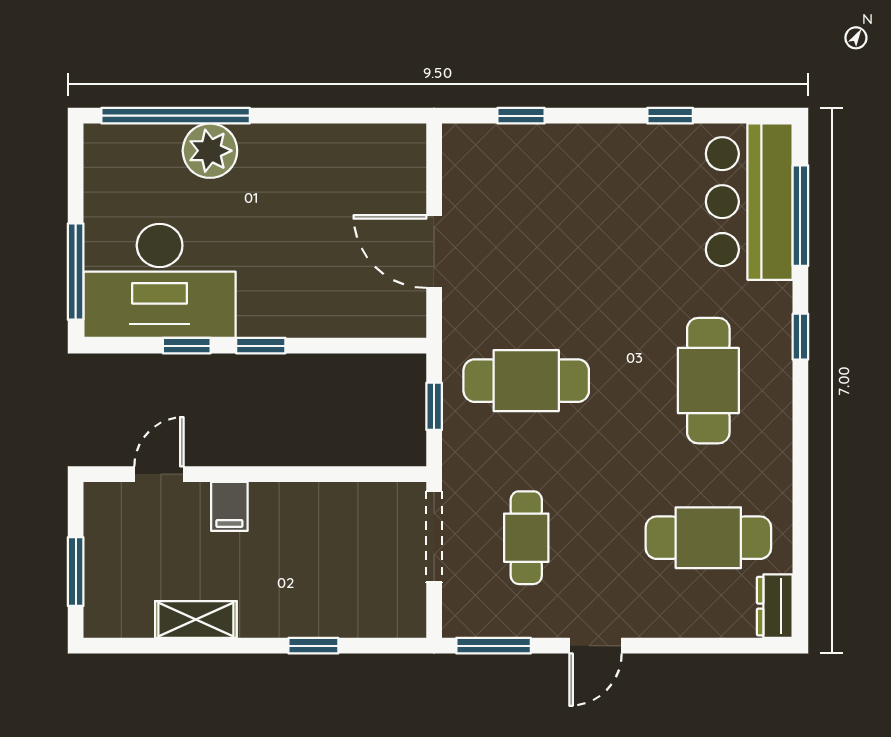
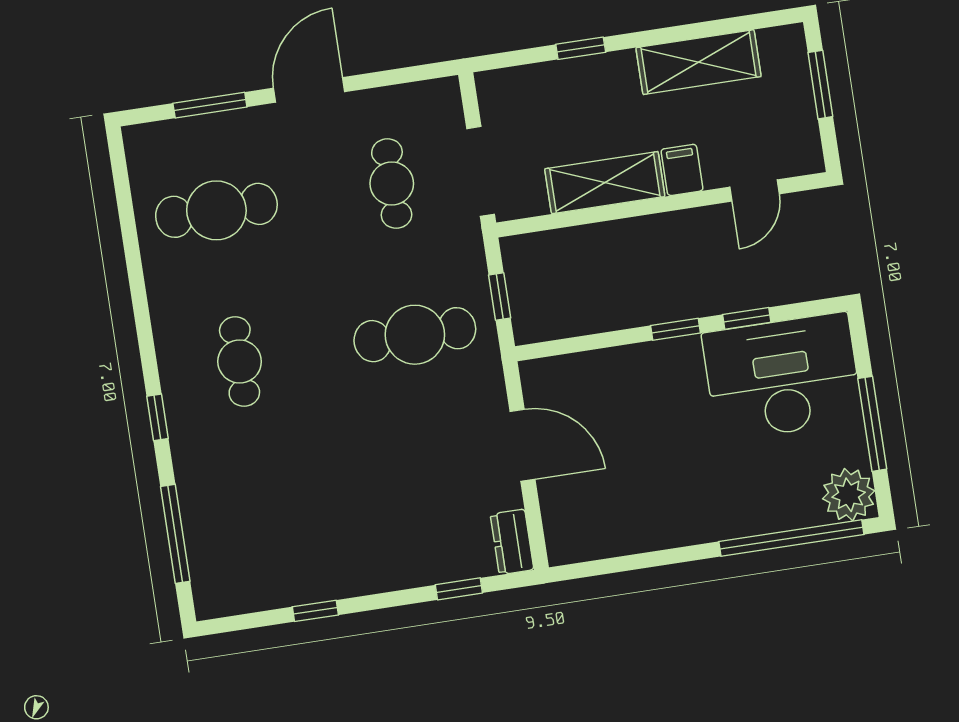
plant: (210, 151) -> (849, 495), moved
bar counter: (749, 202) -> (227, 540), removed
window: (76, 272) -> (872, 424), moved
cafe table: (708, 381) -> (240, 362), width x0.73, depth x0.74
shelving: (310, 505) -> (605, 183), added
dresser: (775, 606) -> (512, 542), moved, turned 180
shelving: (196, 619) -> (698, 62), width x1.50, depth x1.33
window: (494, 646) -> (210, 105), moved
door: (595, 646) -> (309, 90), width x1.38

